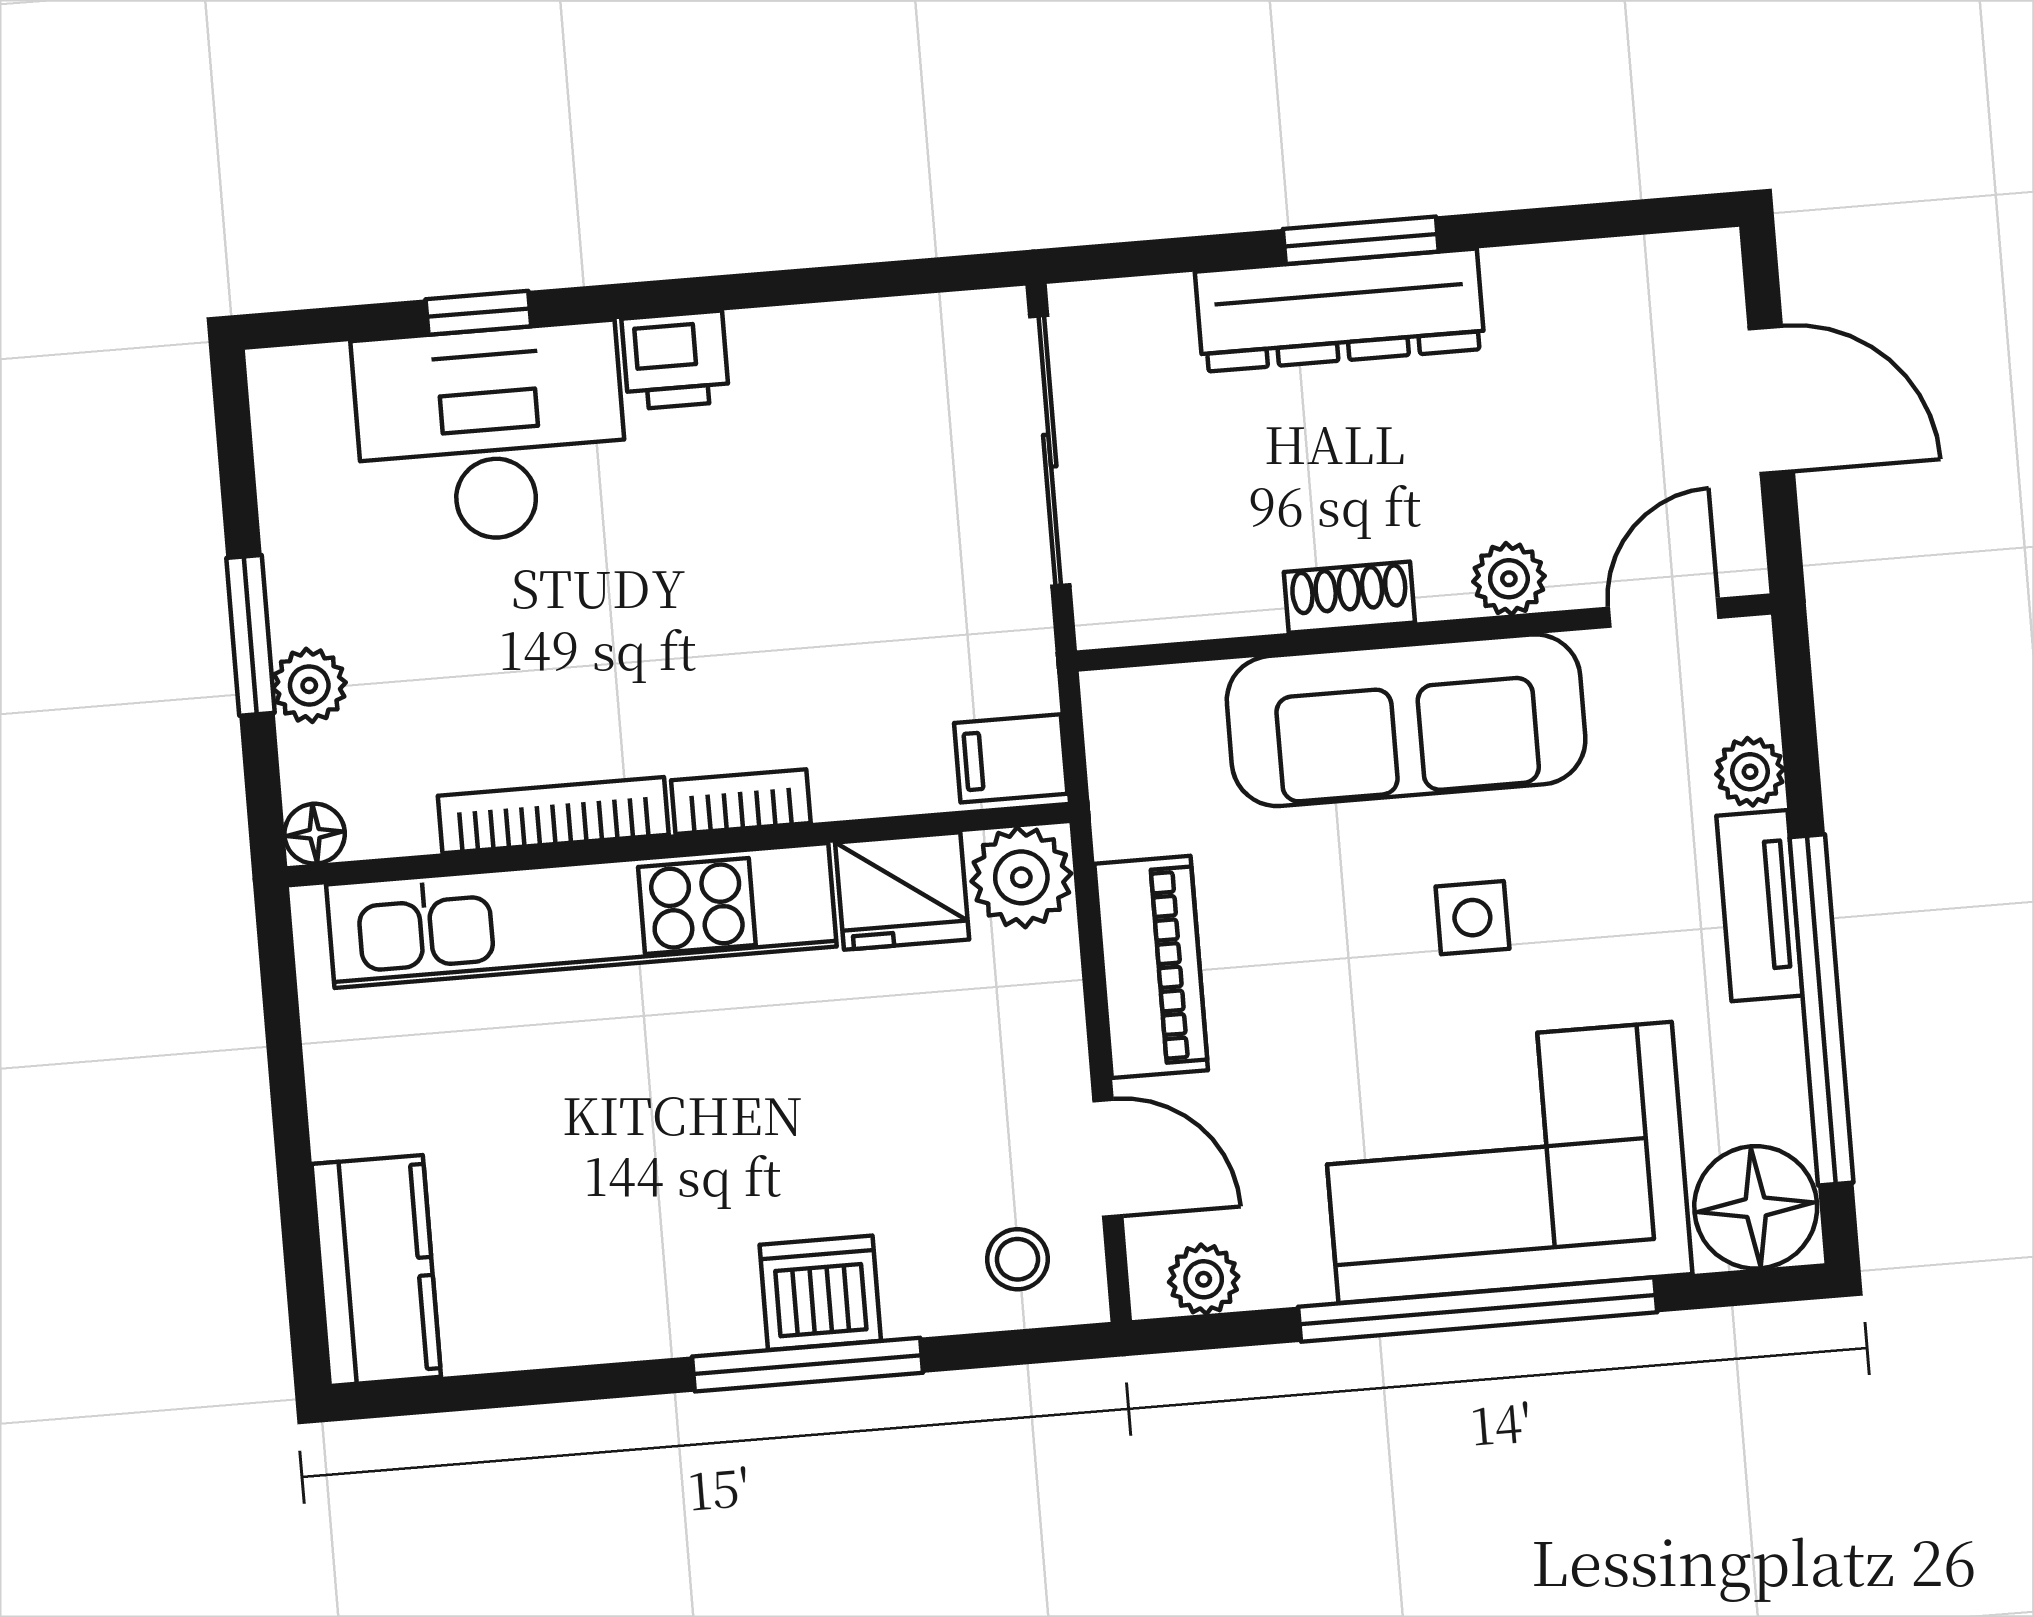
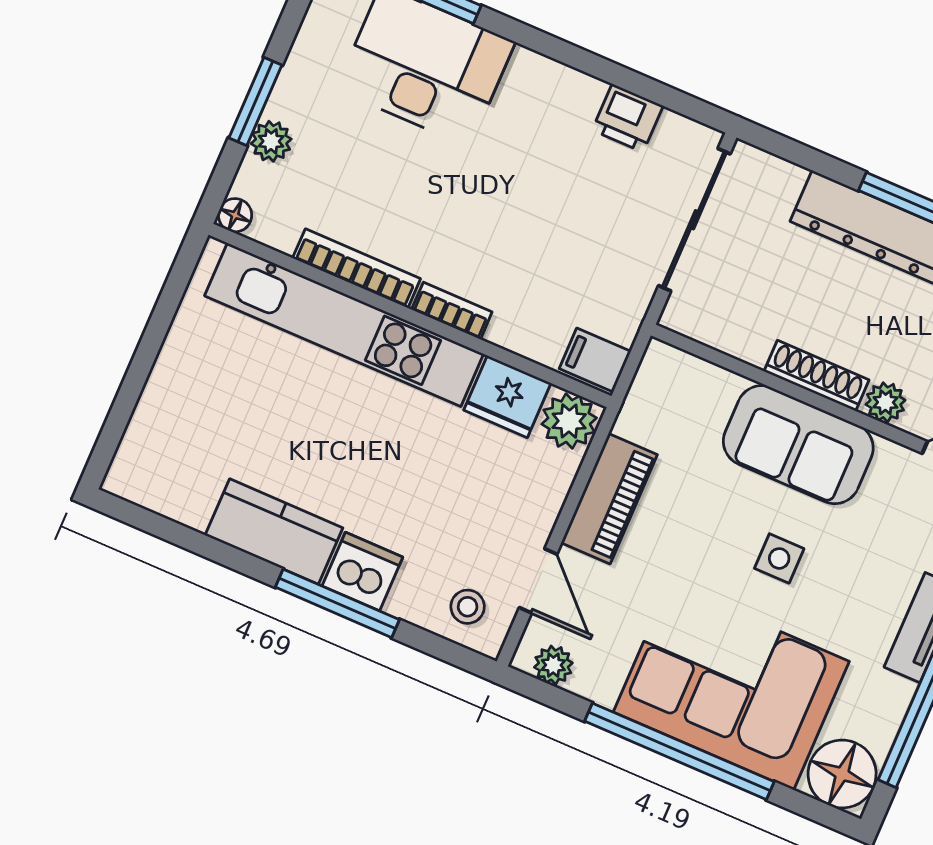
printer: (675, 360) -> (628, 118), moved
shoe rack: (1349, 597) -> (816, 376), width x1.43
sofa: (1406, 720) -> (798, 445), width x0.73
kitchen counter: (376, 1270) -> (274, 532), moved, turned -90

